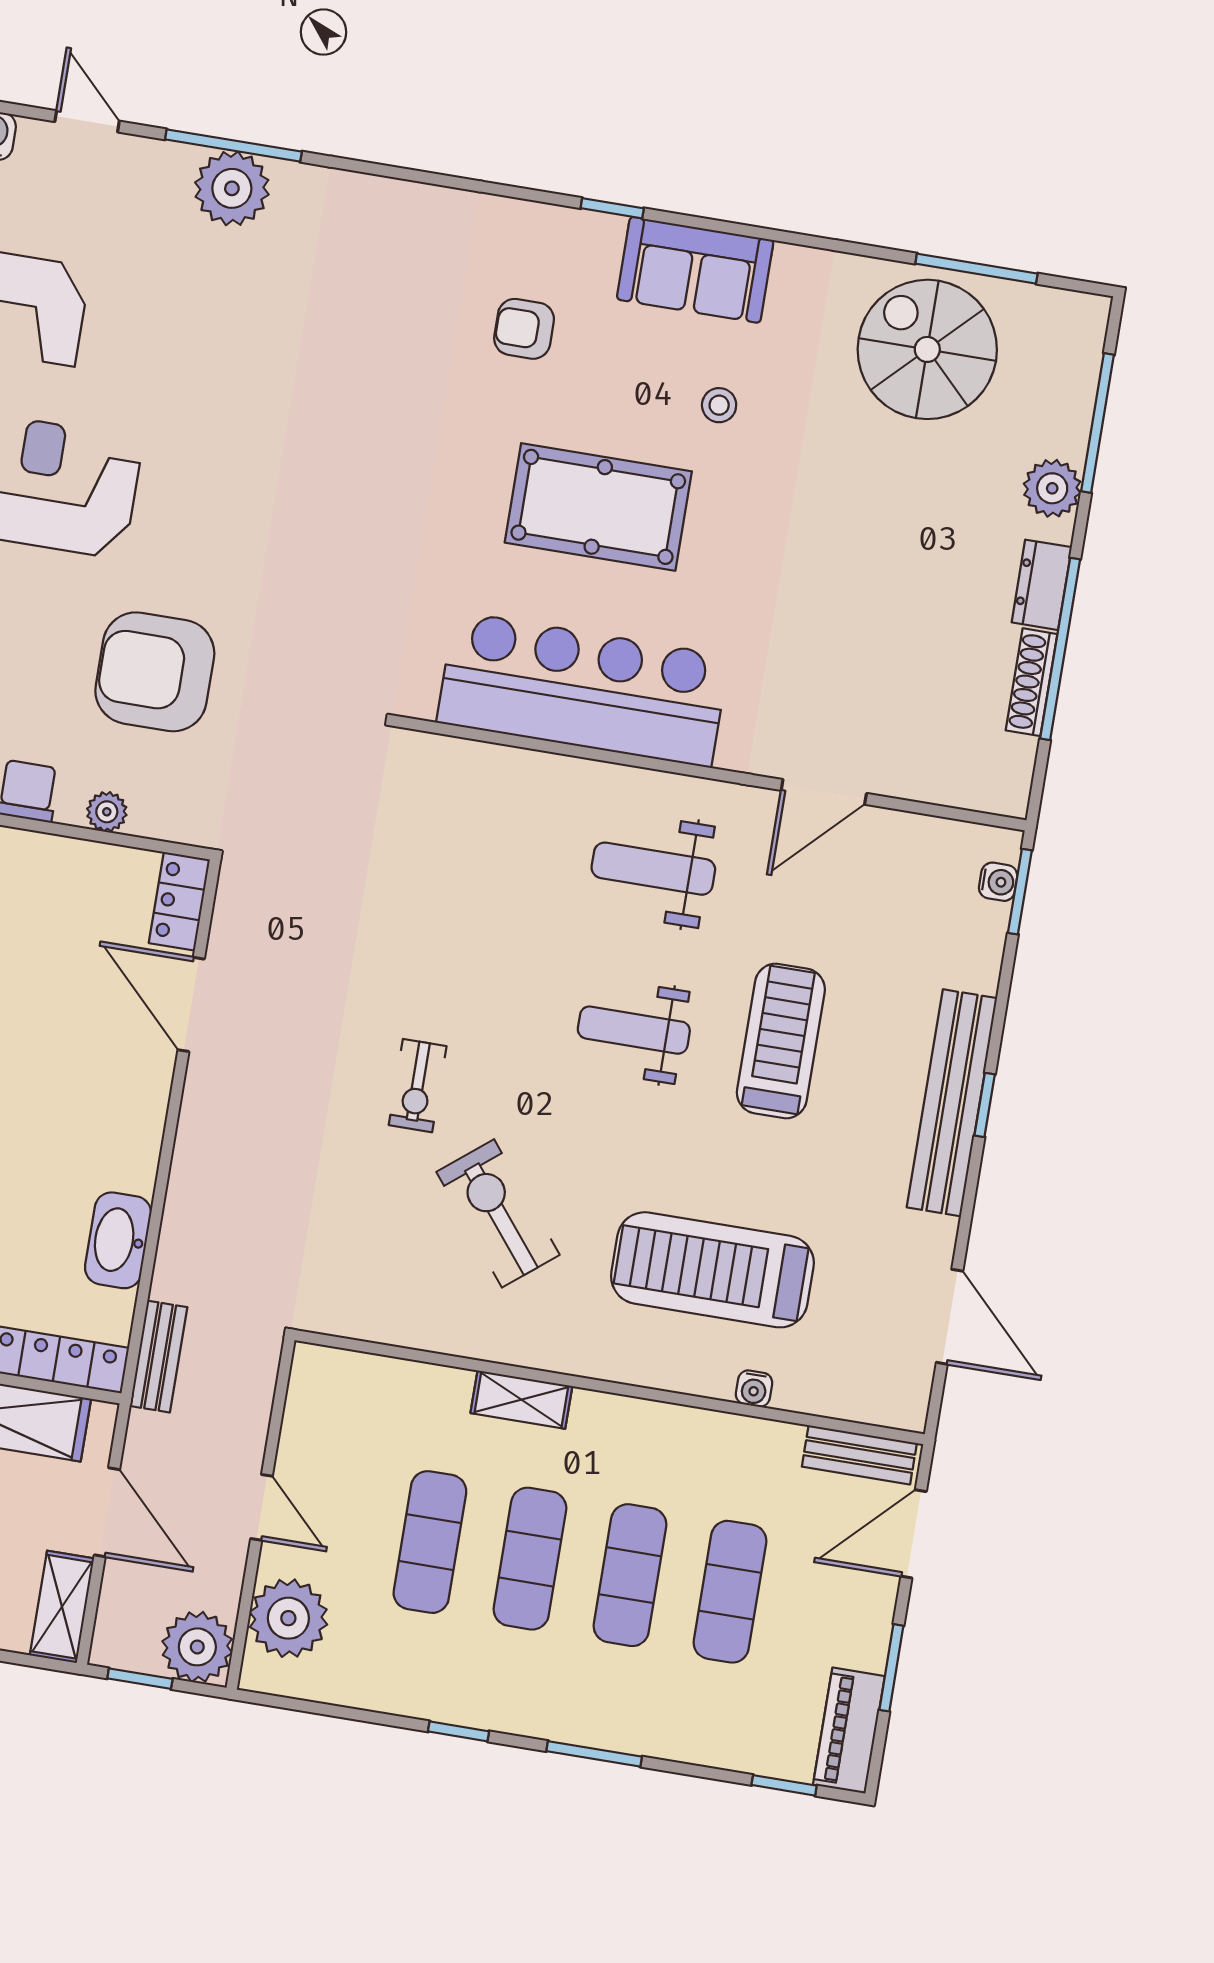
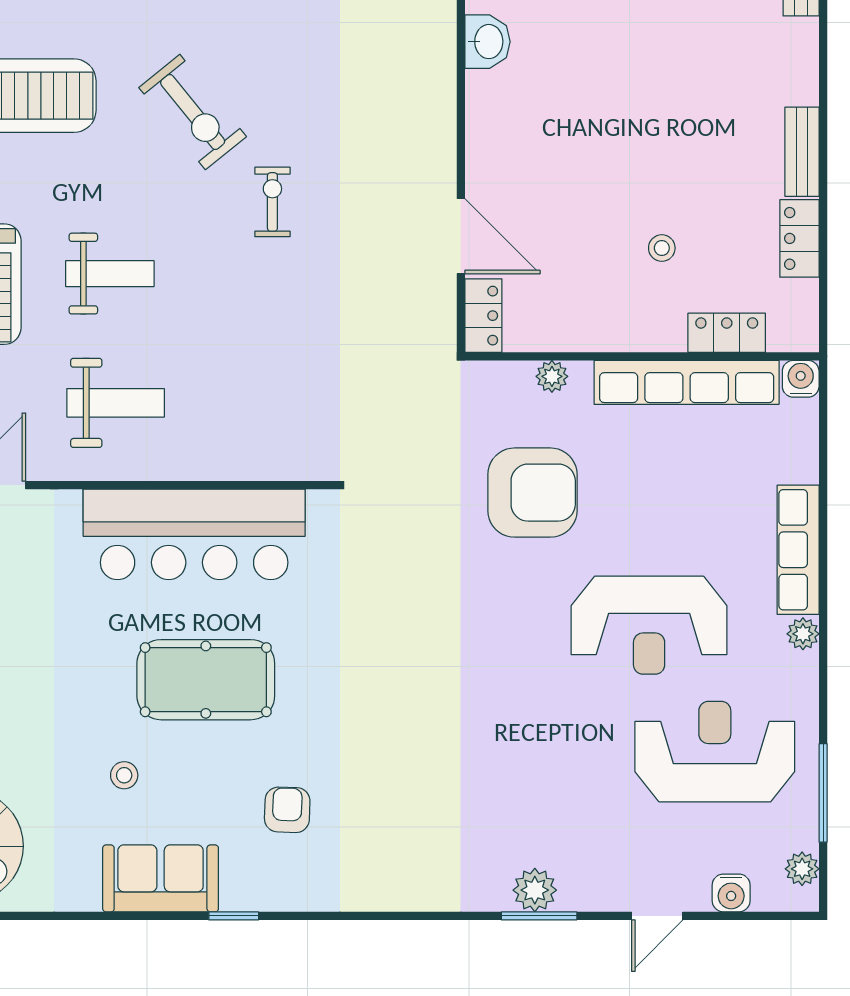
door: (87, 121) -> (657, 916), hinge flipped
window: (233, 146) -> (539, 916), width x0.69
plant: (232, 188) -> (535, 890), width x0.73, depth x0.73
armchair: (524, 329) -> (287, 810), turned -88
washbasin: (118, 1240) -> (487, 42), width x0.72

